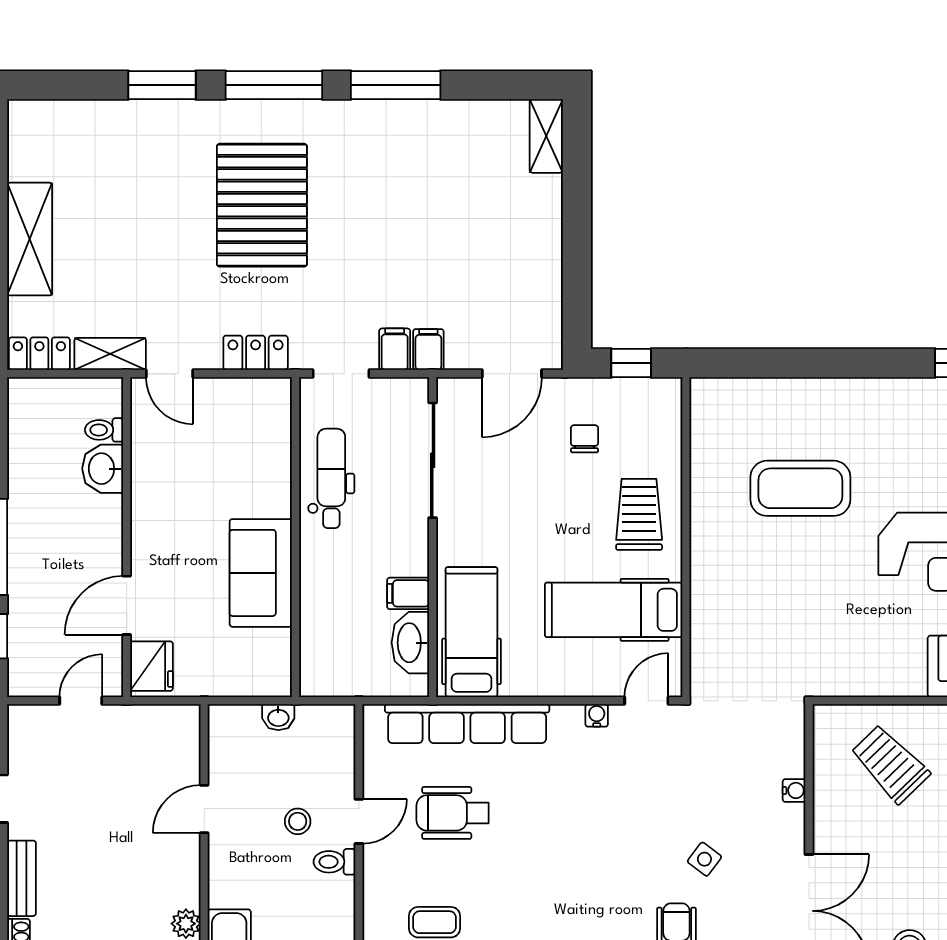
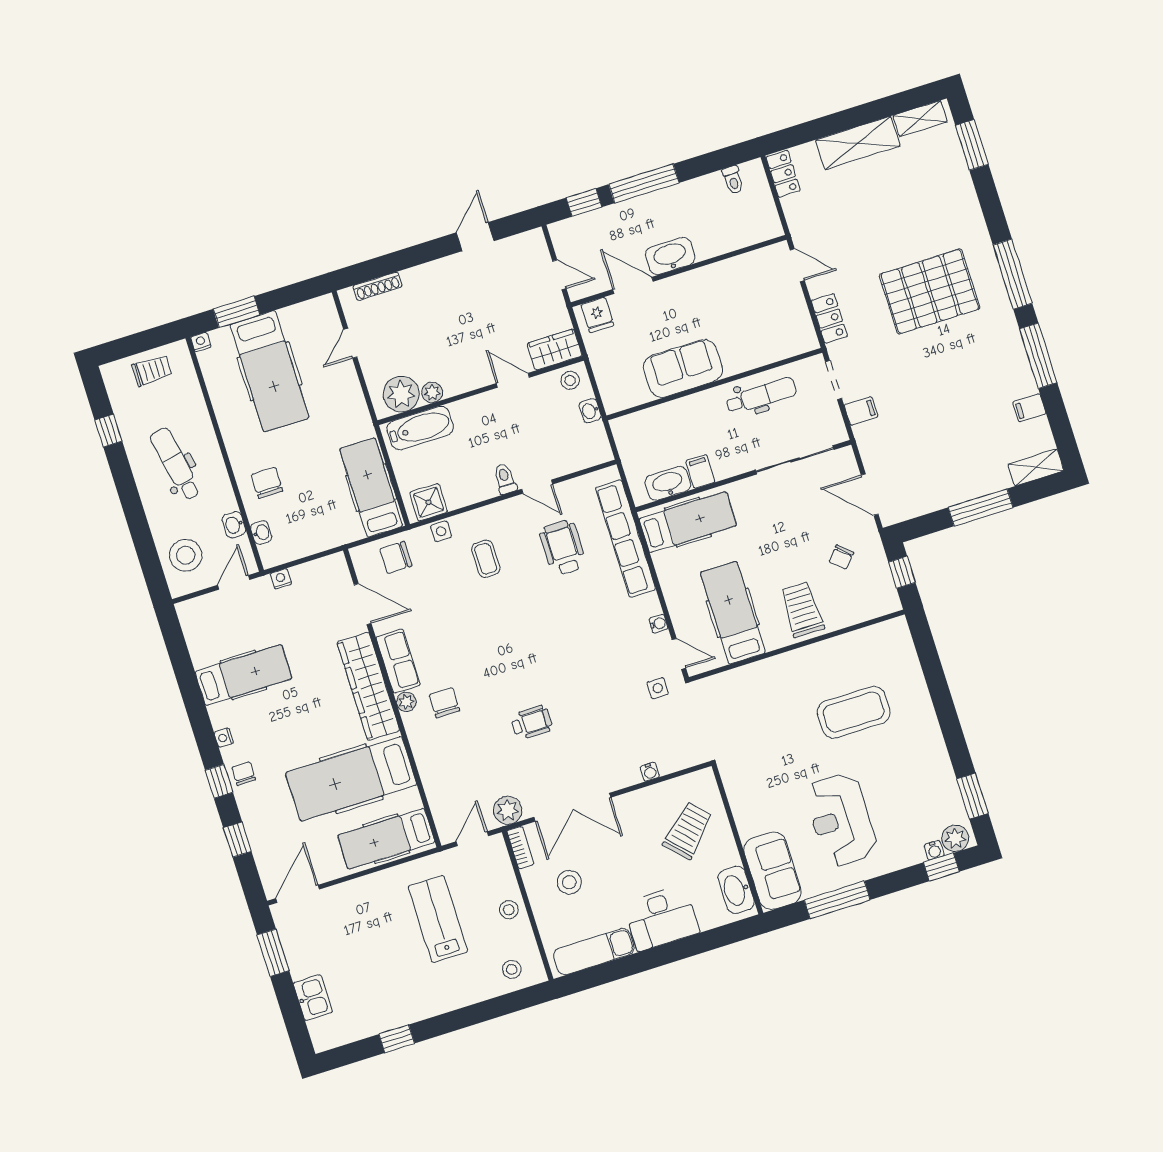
window: (162, 85) -> (972, 145), moved
window: (577, 228) -> (981, 507), added
filing cabinet: (428, 350) -> (1029, 408), moved, turned 180
shelving: (110, 354) -> (920, 119), moved, turned 90
door: (170, 374) -> (797, 265), swing flipped
toilet: (104, 430) -> (733, 180), moved, turned 180
chair: (584, 439) -> (841, 557), turned 132
washbasin: (103, 469) -> (670, 256), moved, width x1.38
coffee table: (800, 488) -> (854, 712), turned 90
trolley: (639, 514) -> (802, 610), turned -90
fridge: (152, 666) -> (597, 315), width x0.72
wardrobe: (180, 739) -> (555, 350), added
stool: (298, 821) -> (570, 380), moved
side table: (704, 859) -> (658, 688), moved, turned -37
bench: (21, 878) -> (428, 273), removed

